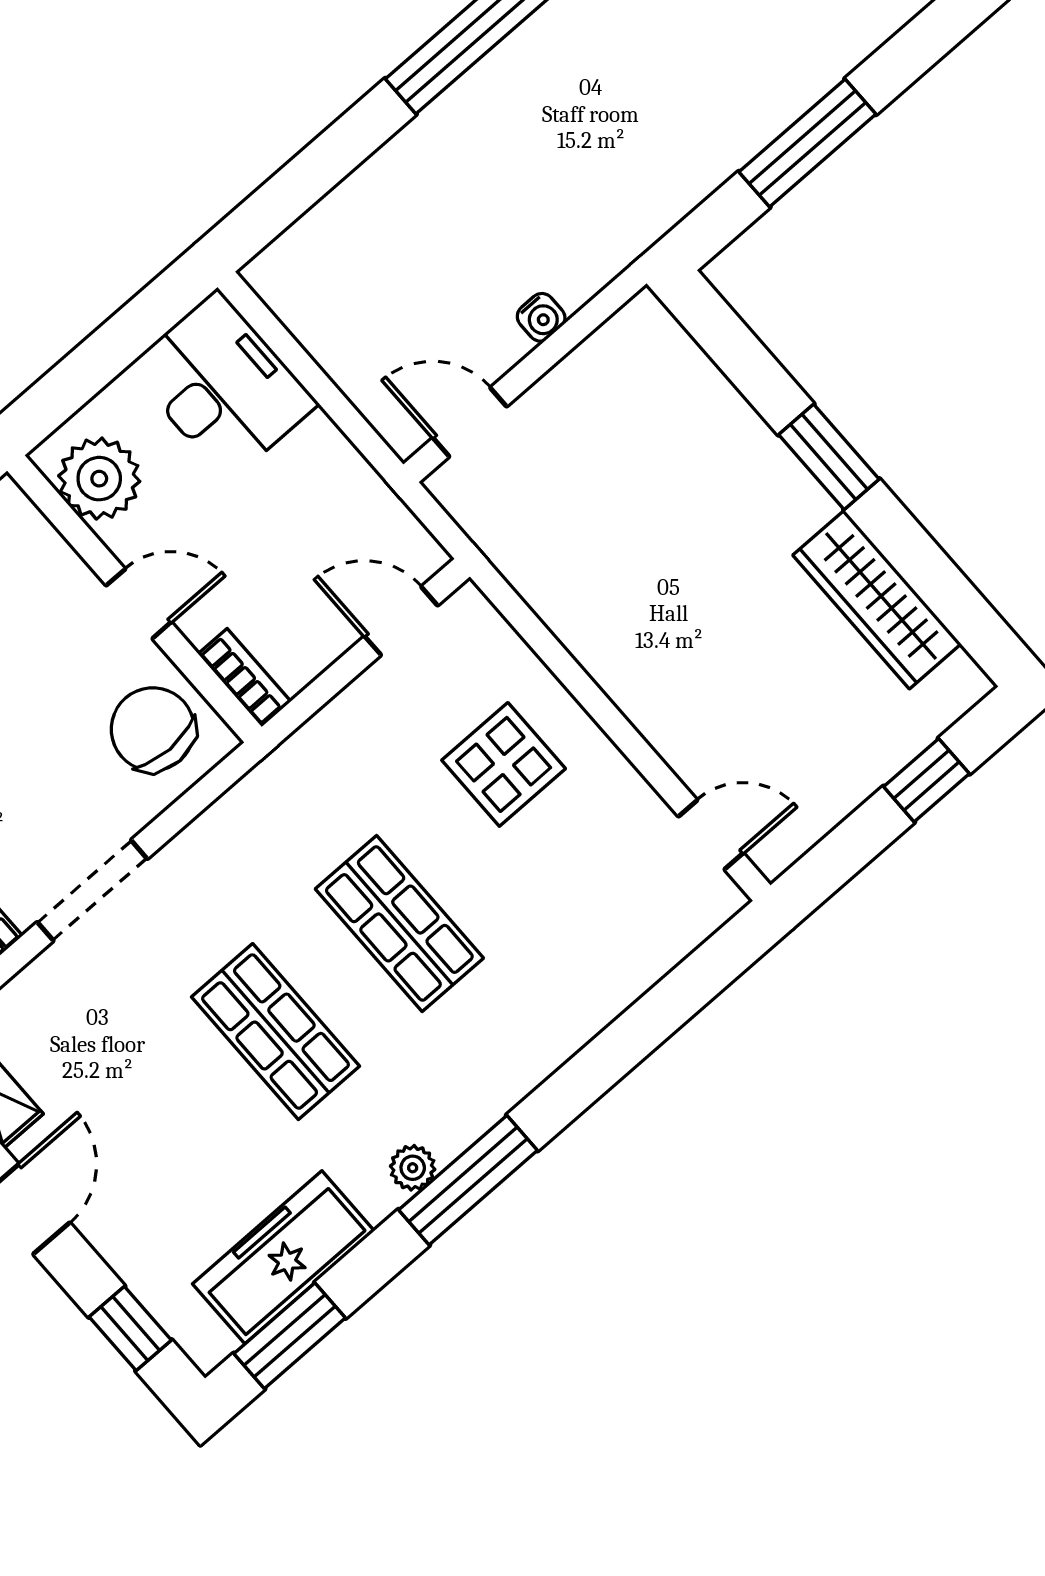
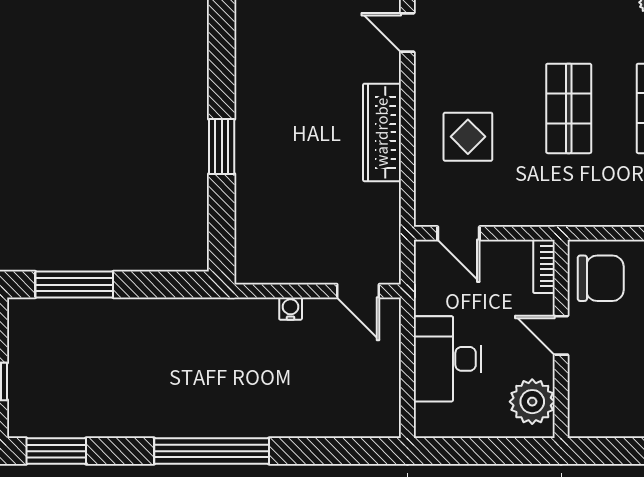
window: (807, 143) -> (74, 285), moved
desk: (223, 386) -> (447, 359), moved
wardrobe: (877, 600) -> (382, 132), moved, turned 180
chair: (153, 729) -> (601, 278), turned -90

